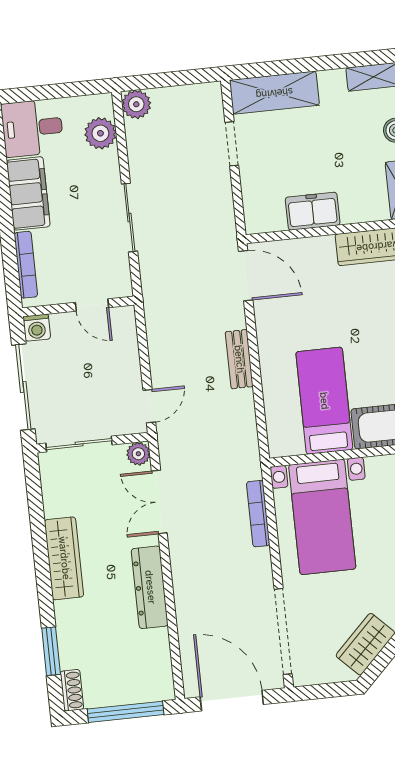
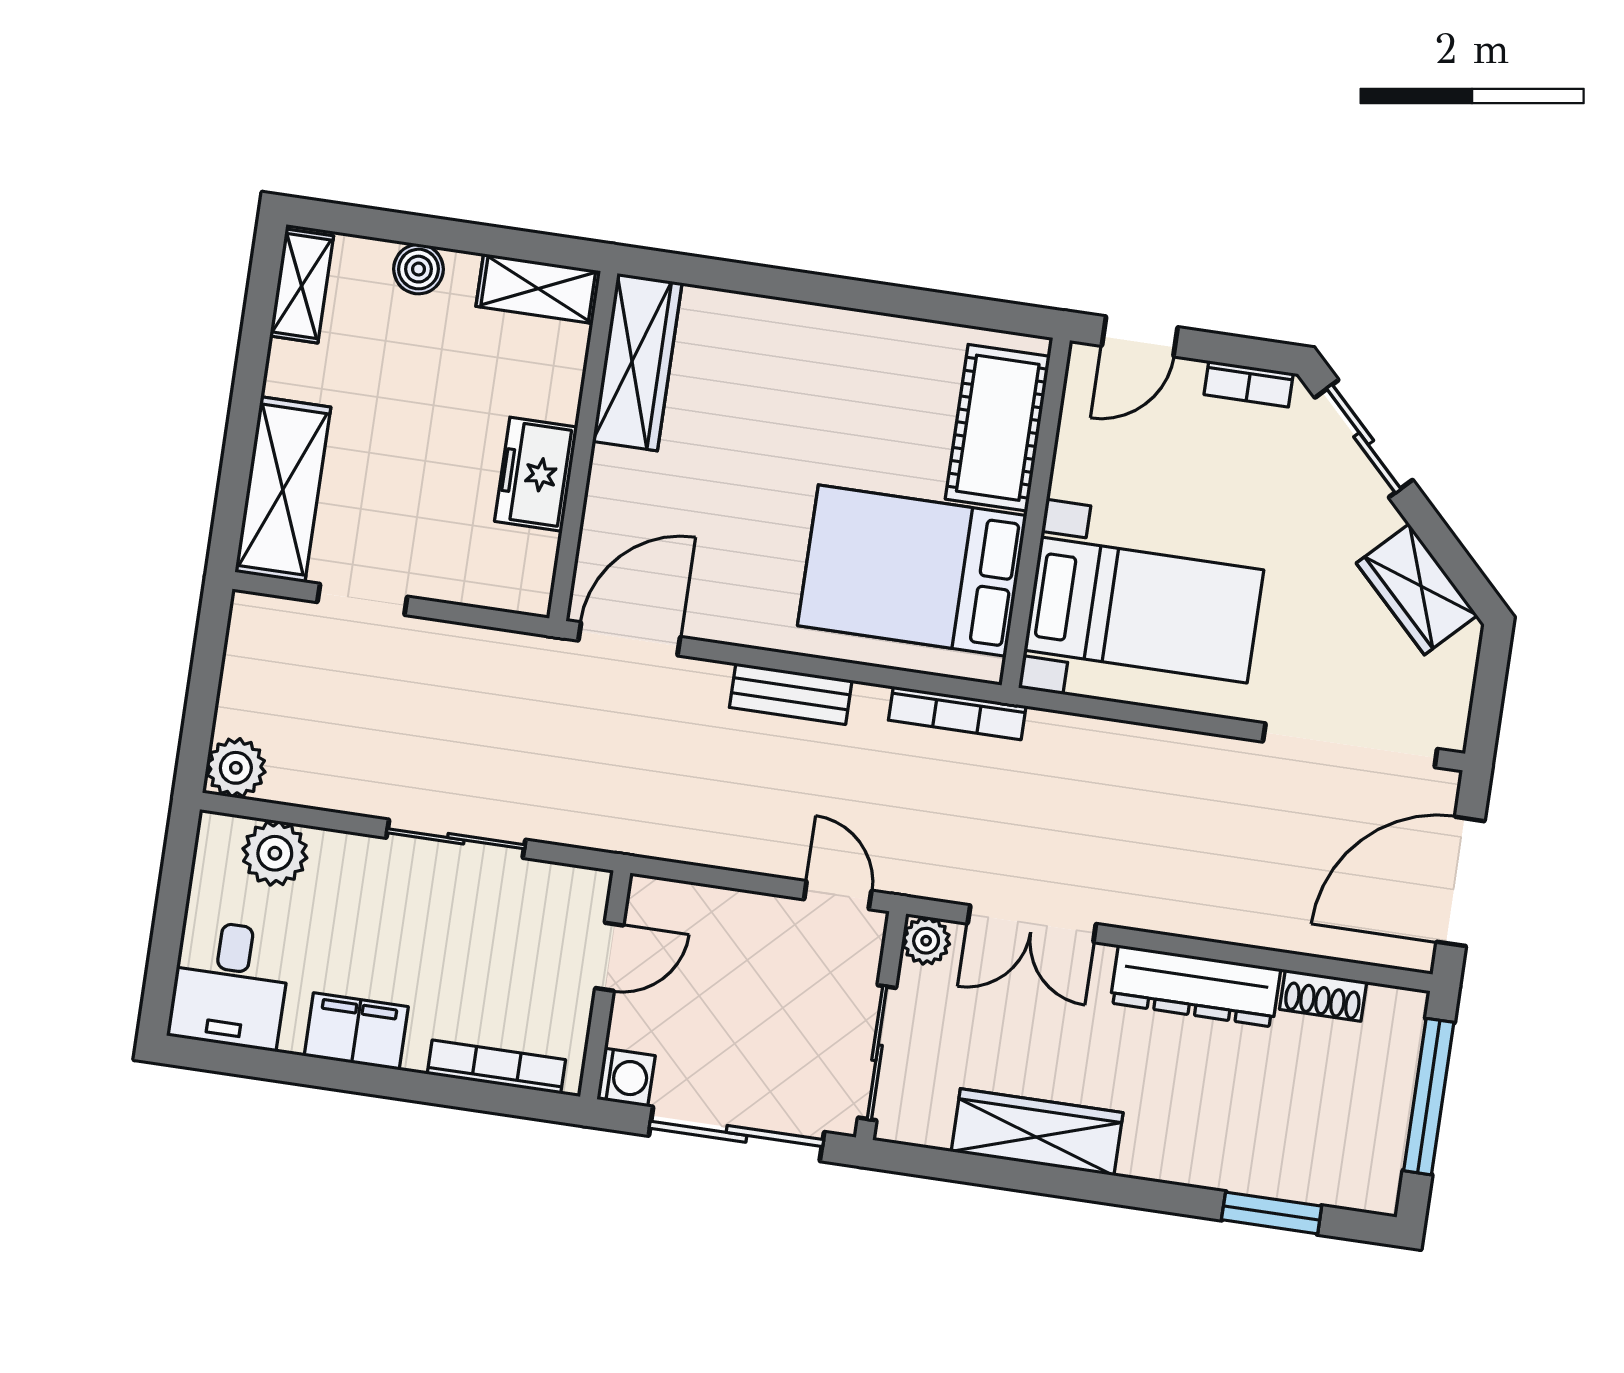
filing cabinet: (28, 193) -> (356, 1031), width x0.67, depth x0.86
bed: (324, 401) -> (912, 571), width x1.50
bookcase: (258, 514) -> (957, 713), moved
wardrobe: (64, 558) -> (1037, 1132), moved
shoe rack: (72, 690) -> (1323, 995), moved, turned 180

